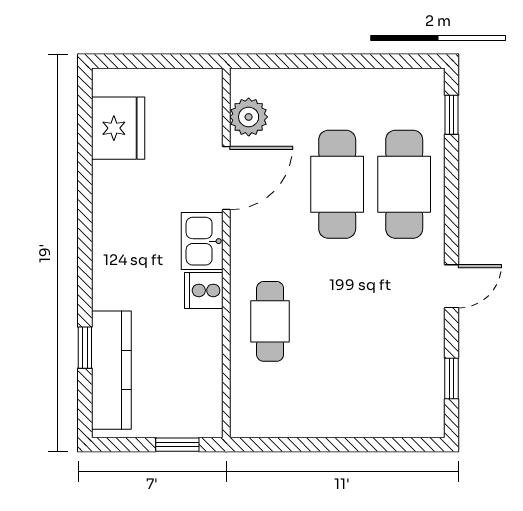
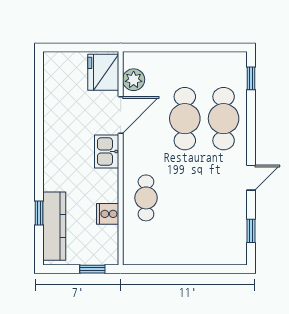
fridge: (118, 128) -> (103, 72), moved, turned 180
cooker: (204, 290) -> (108, 214), moved

